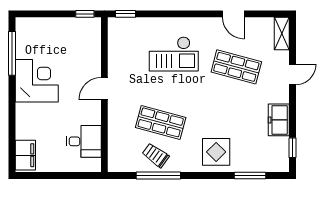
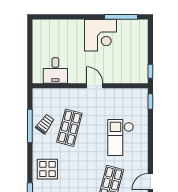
filing cabinet: (25, 155) -> (45, 27), removed

